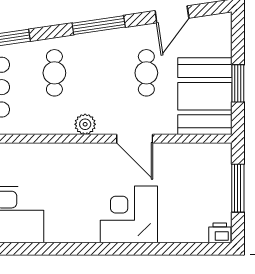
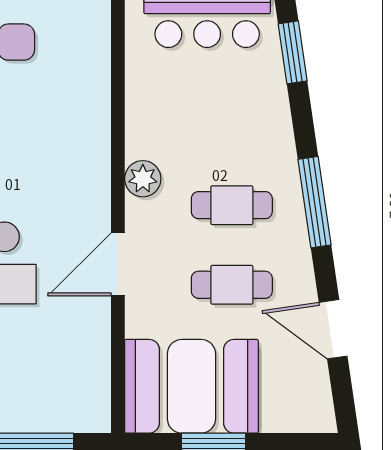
cafe table: (54, 73) -> (232, 205), moved

